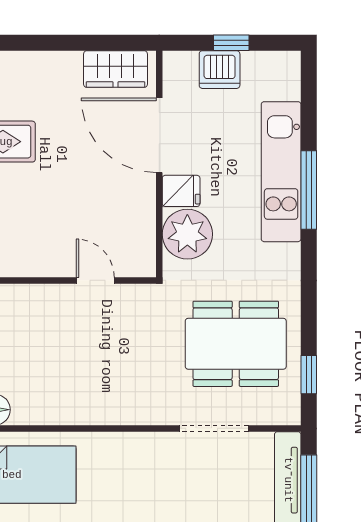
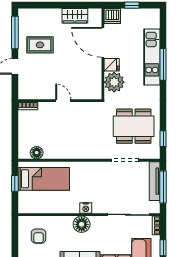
wardrobe: (115, 69) -> (75, 16), moved
dishwasher: (220, 70) -> (112, 16), moved
door: (95, 280) -> (63, 101), moved

